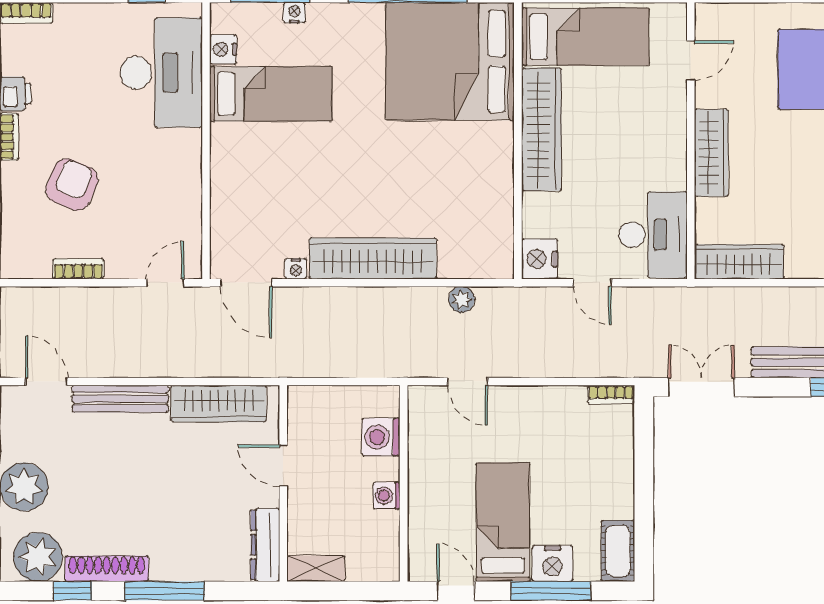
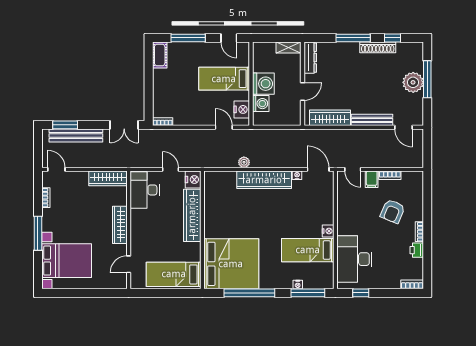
nightstand: (223, 49) -> (328, 231), moved
wardrobe: (541, 129) -> (192, 215), moved
filing cabinet: (121, 260) -> (372, 179), added
door: (165, 283) -> (353, 169), hinge flipped
plant: (462, 299) -> (244, 162), moved
door: (283, 465) -> (302, 91), hinge flipped
washing machine: (387, 496) -> (263, 84), width x1.89, depth x1.89
bed: (503, 522) -> (224, 79), moved, turned 90
plant: (38, 557) -> (407, 52), removed
nightstand: (552, 563) -> (242, 109), moved, turned 90

